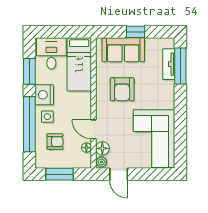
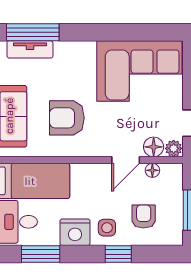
armchair: (122, 89) -> (67, 118), turned 180
window: (29, 124) -> (118, 254), width x0.32

